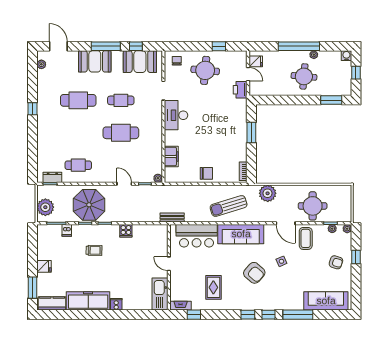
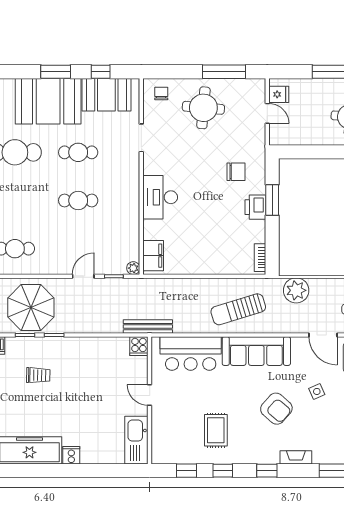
window: (106, 46) -> (56, 72), width x0.69
window: (219, 46) -> (224, 72), width x2.17
booth: (95, 61) -> (48, 101), width x1.36, depth x1.42
printer: (240, 90) -> (255, 207), moved
desk: (176, 115) -> (160, 197), moved
cafe table: (121, 133) -> (78, 200), width x0.73, depth x0.74
filing cabinet: (171, 156) -> (153, 256), moved
chair: (206, 173) -> (236, 172), moved
door: (124, 184) -> (83, 276), hinge flipped
bench: (172, 218) -> (148, 327), width x1.36
cooker: (126, 231) -> (139, 346), moved
fireplace: (181, 306) -> (296, 457), moved
window: (269, 315) -> (223, 471), moved

